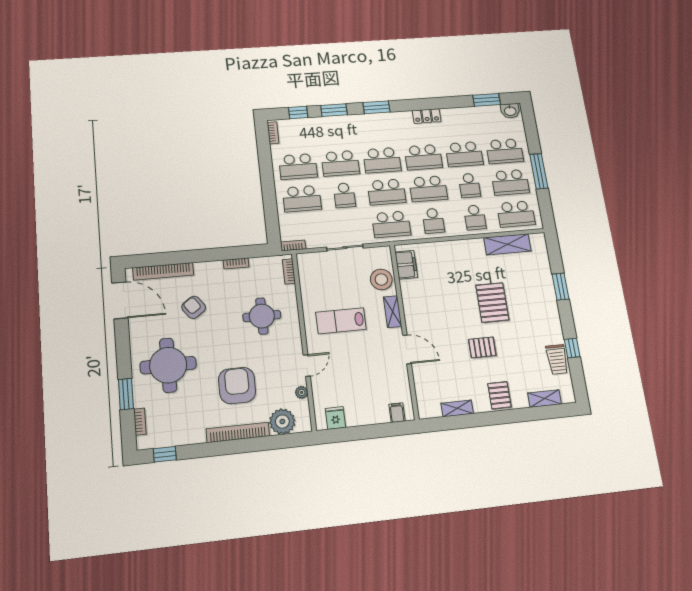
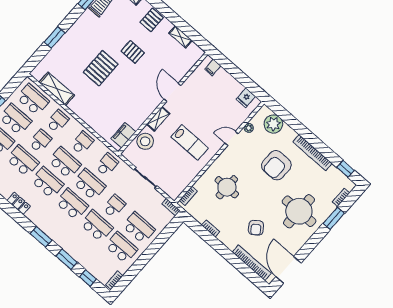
school desk: (391, 224) -> (107, 164), width x0.54
bookcase: (238, 432) -> (312, 153), moved

